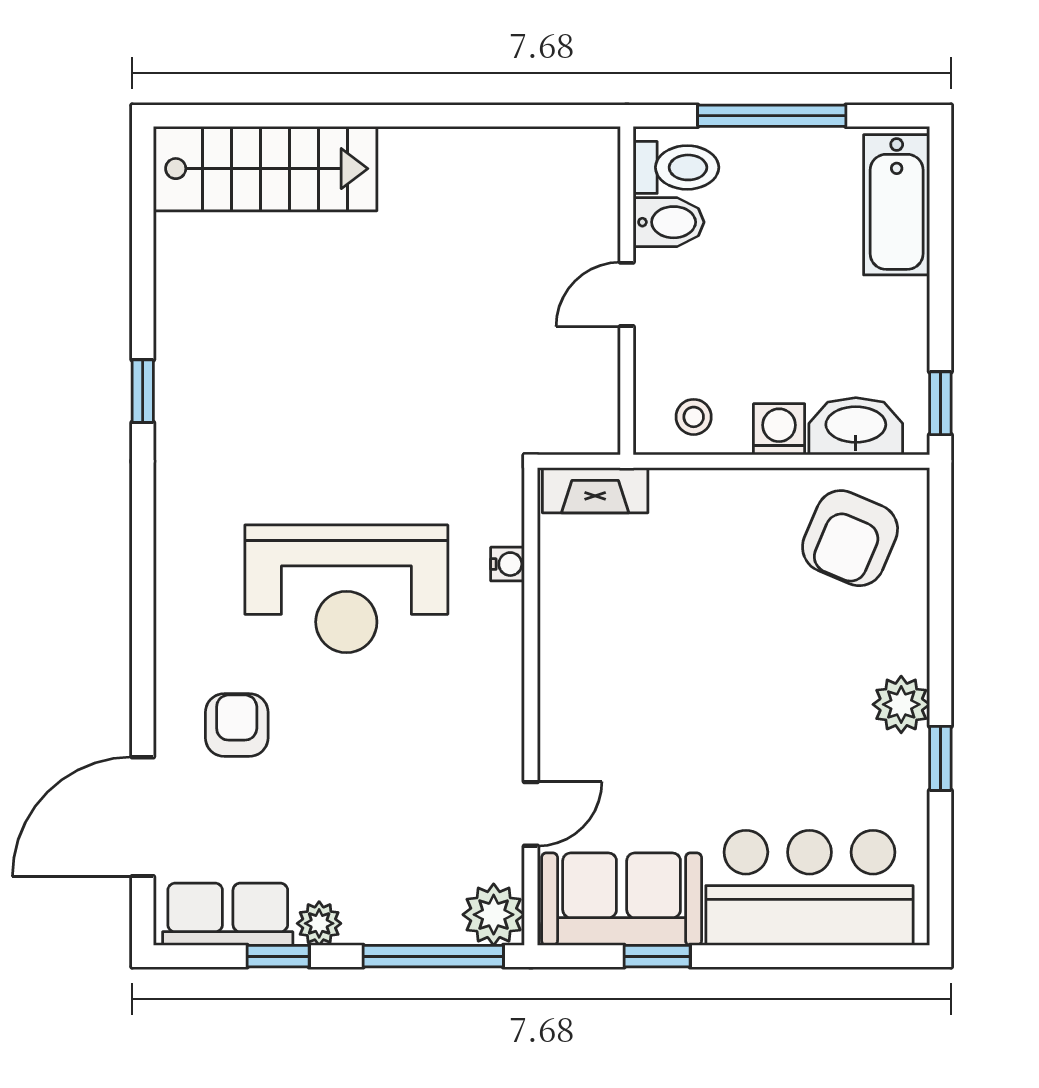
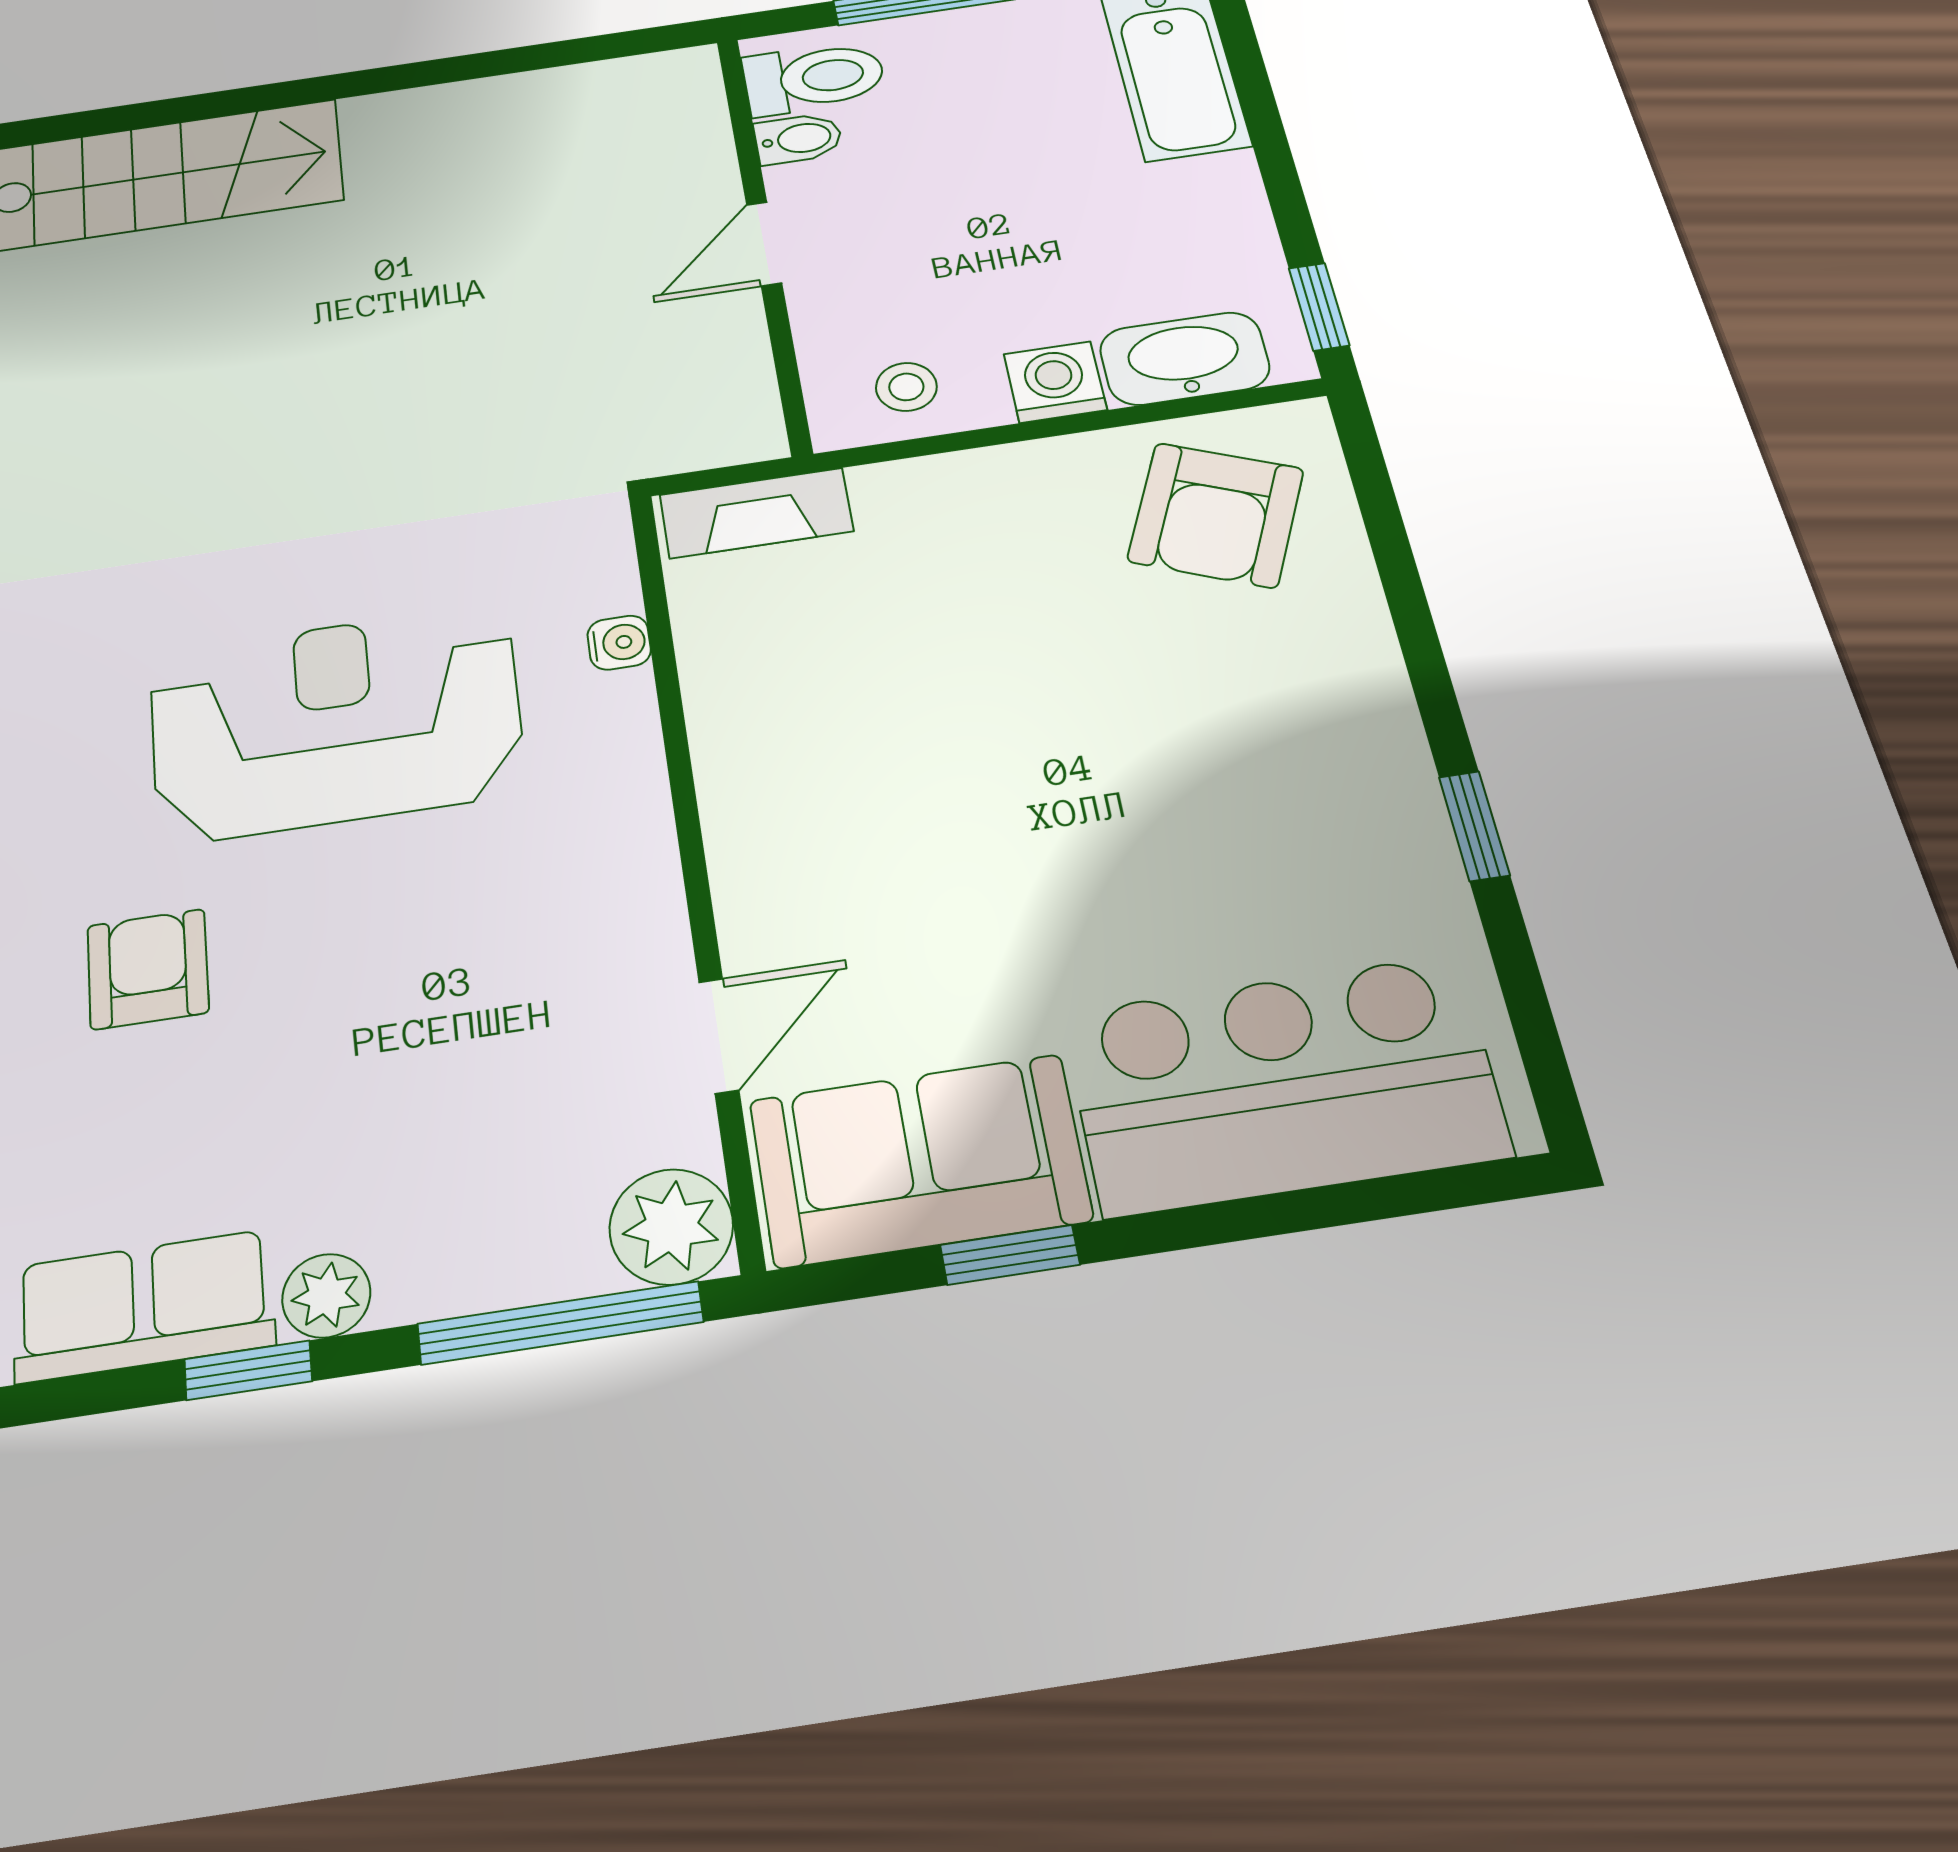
bidet: (669, 222) -> (798, 139), width x0.72, depth x0.74
reception desk: (346, 589) -> (336, 723), turned 180
plant: (901, 704) -> (1376, 751), removed

